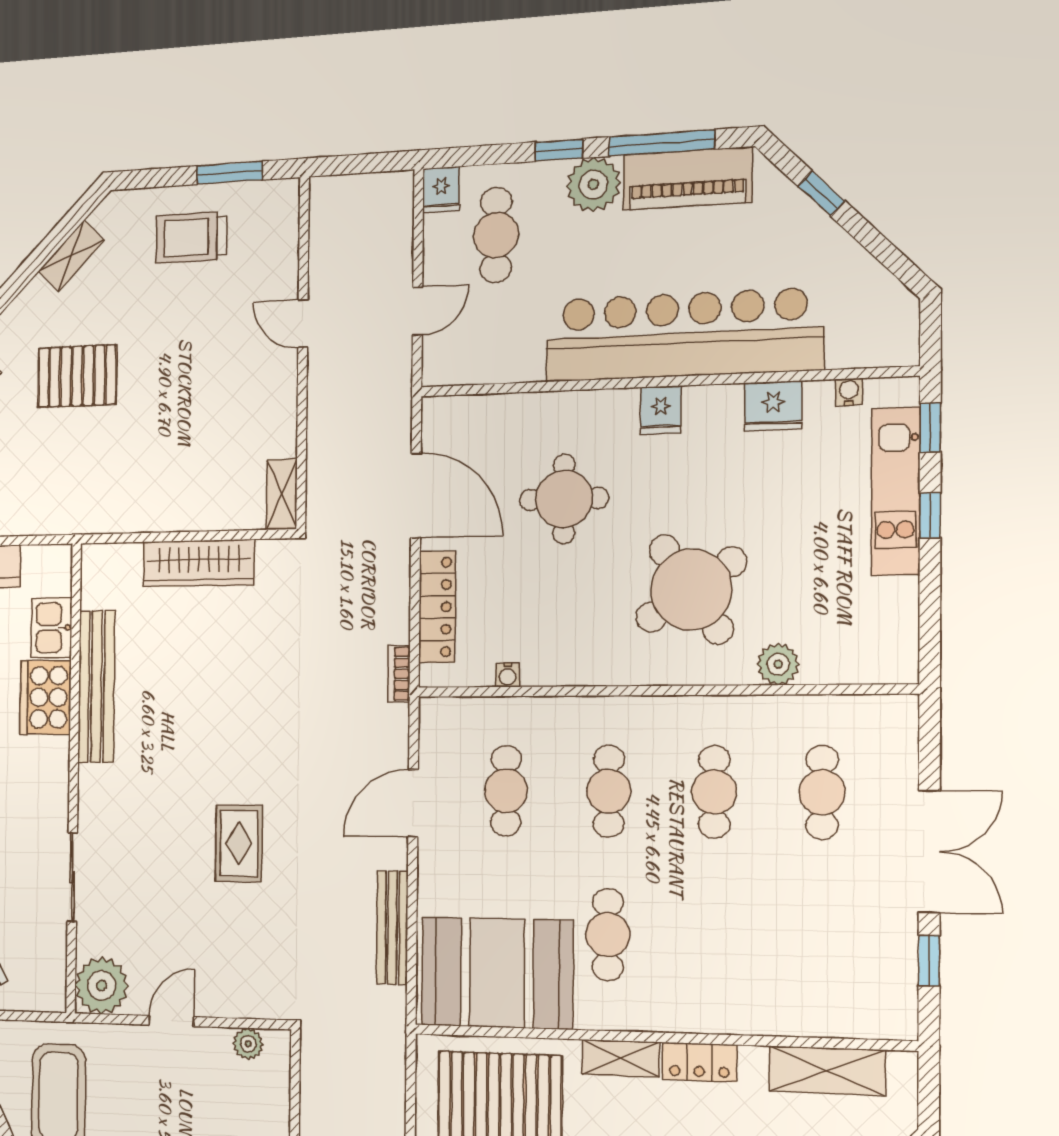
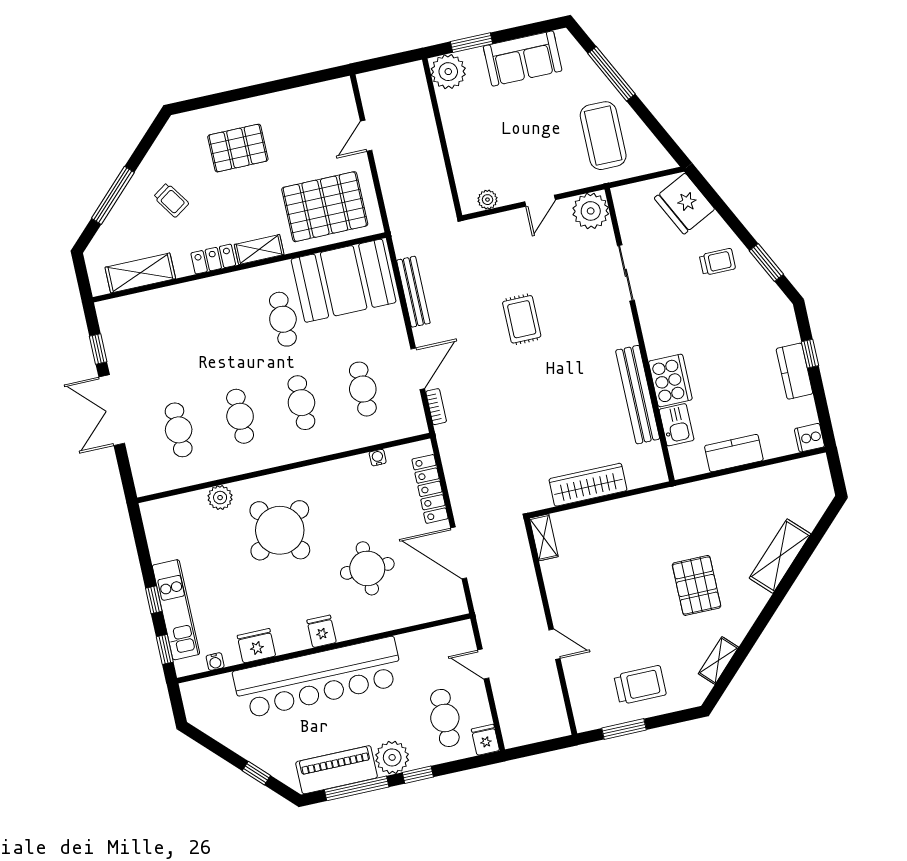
door: (418, 311) -> (483, 664), hinge flipped
pallet: (77, 376) -> (697, 585), turned 90
bookcase: (399, 674) -> (436, 407), moved

